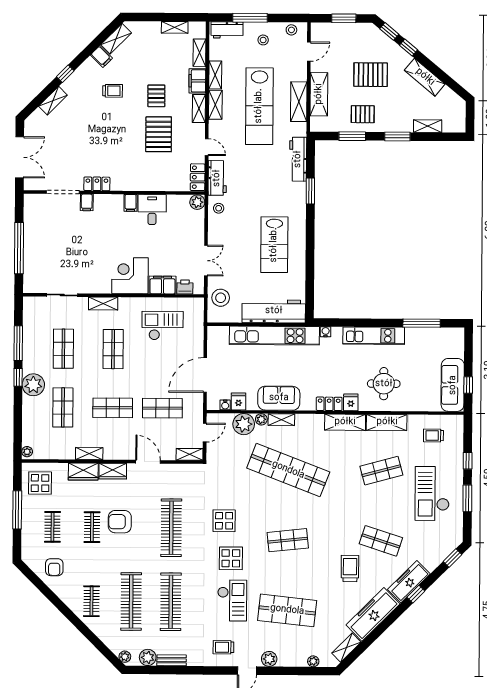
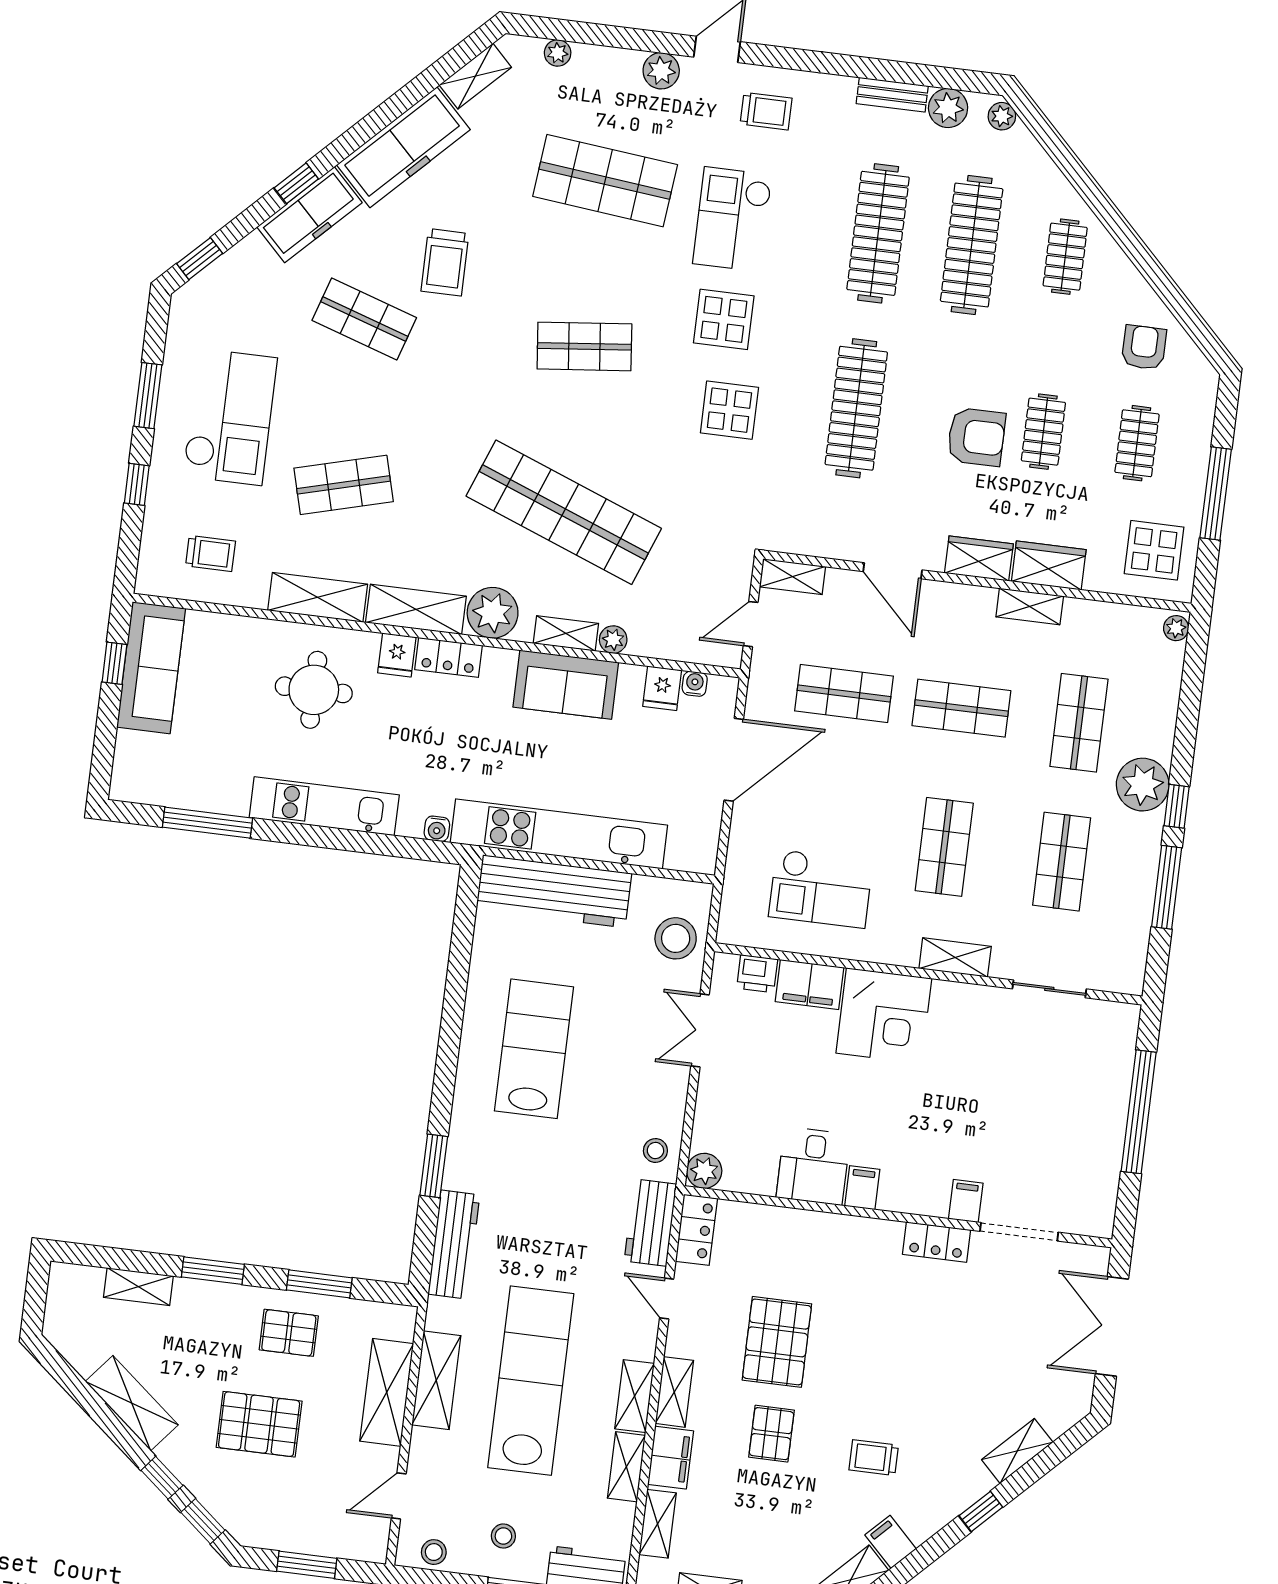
plant: (244, 424) -> (493, 613), moved

